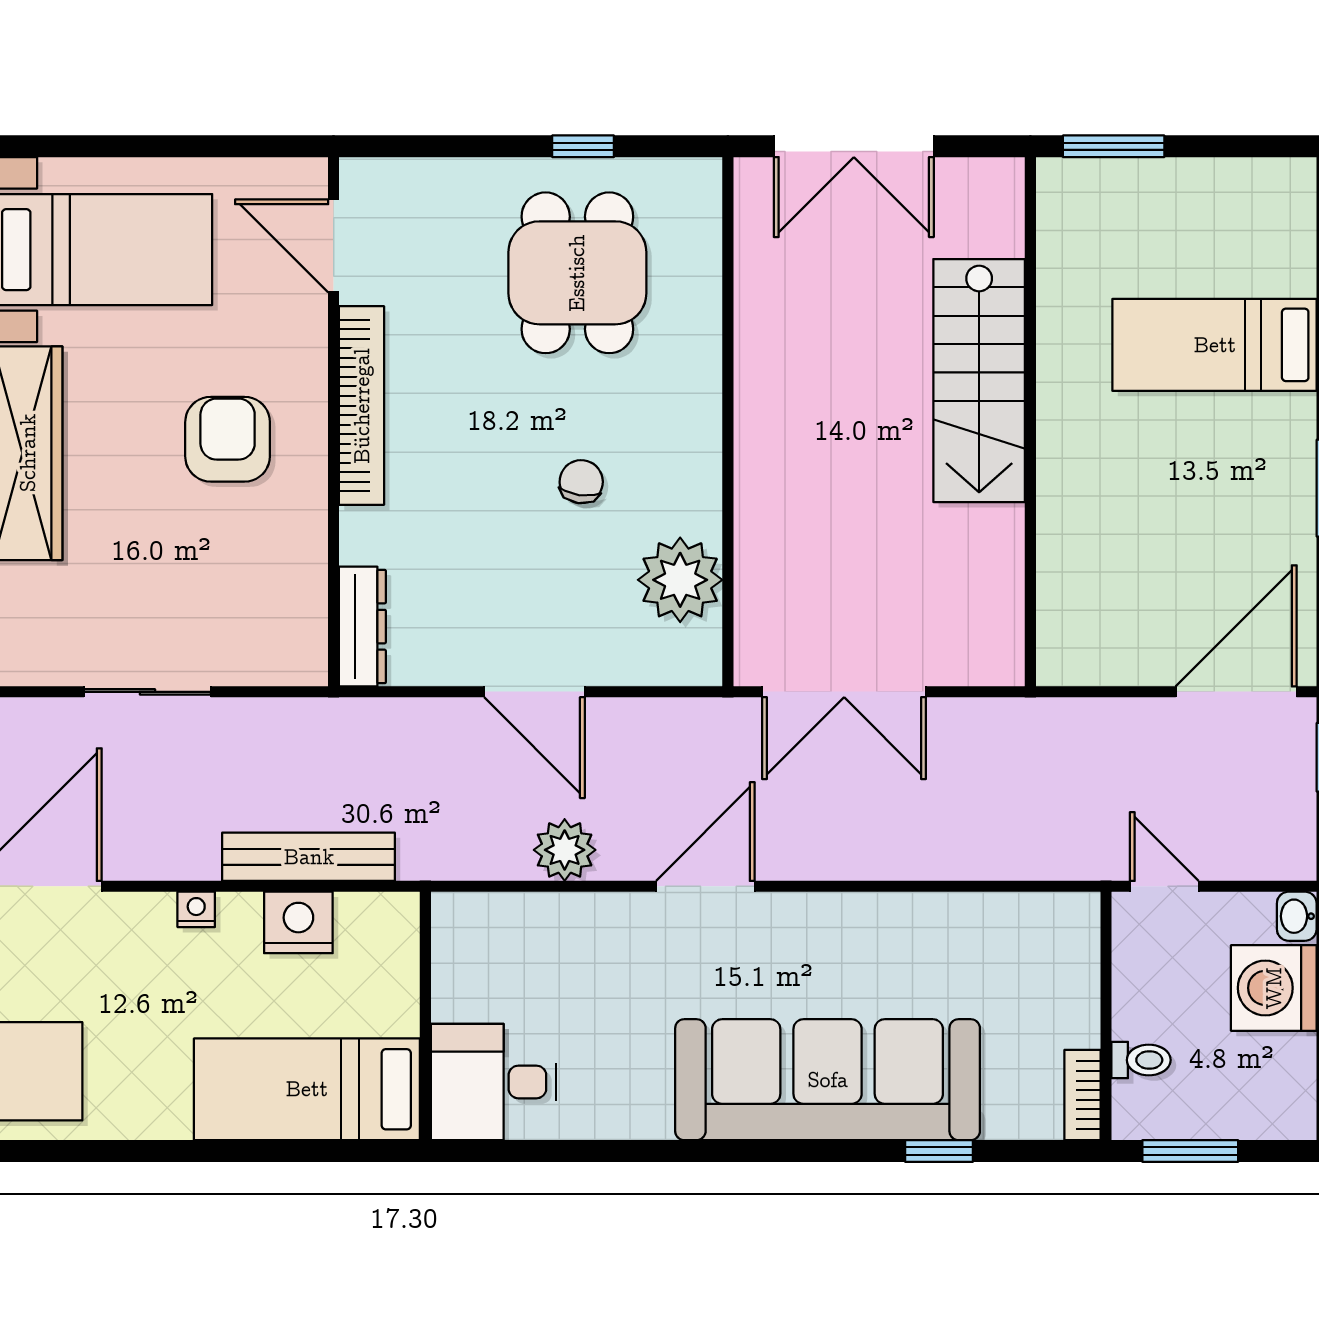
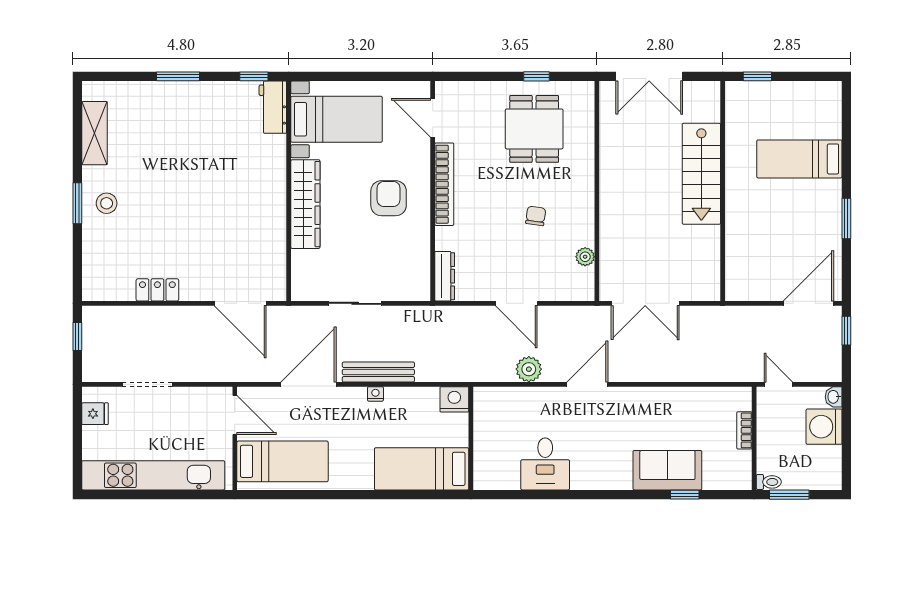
window: (1114, 146) -> (757, 76), width x0.67
plant: (680, 580) -> (585, 257), width x0.53, depth x0.53
bench: (309, 857) -> (378, 372), moved
nightstand: (298, 922) -> (454, 399), moved
toilet: (1141, 1060) -> (769, 482), moved
sofa: (828, 1080) -> (667, 470), width x0.54, depth x0.79
desk: (494, 1082) -> (545, 464), moved, turned -90
bookcase: (1082, 1095) -> (744, 430), moved

